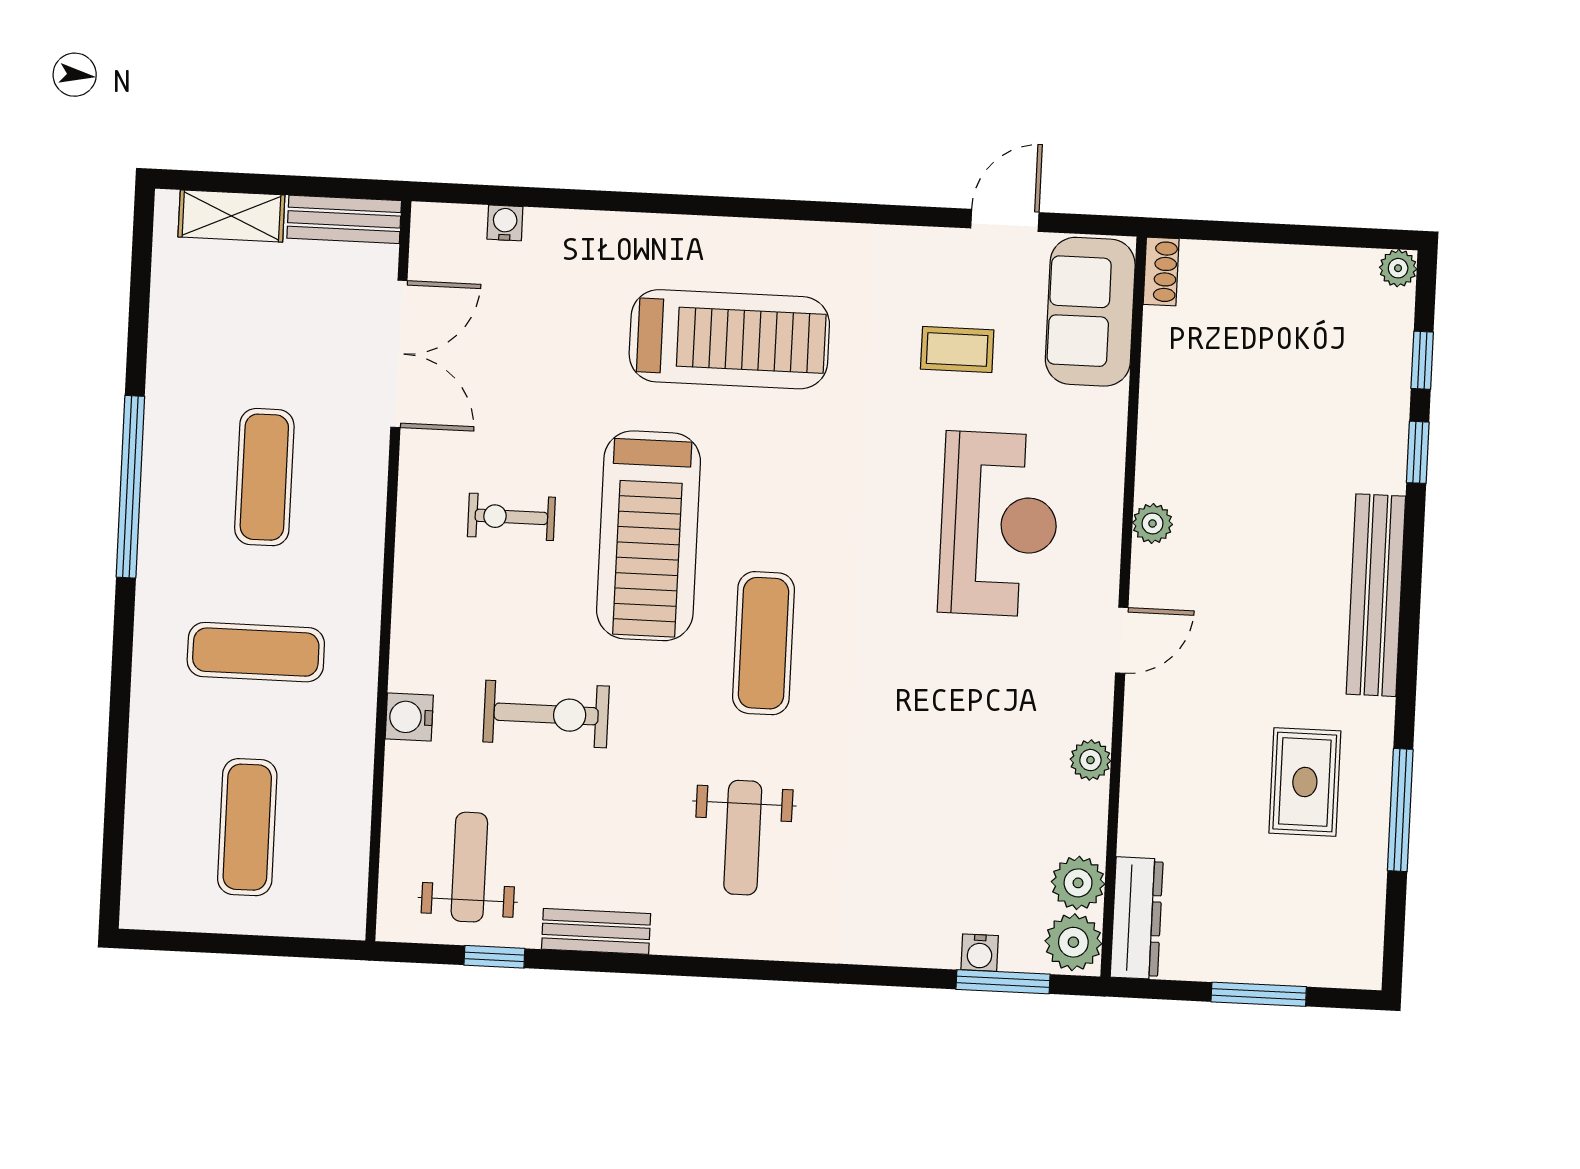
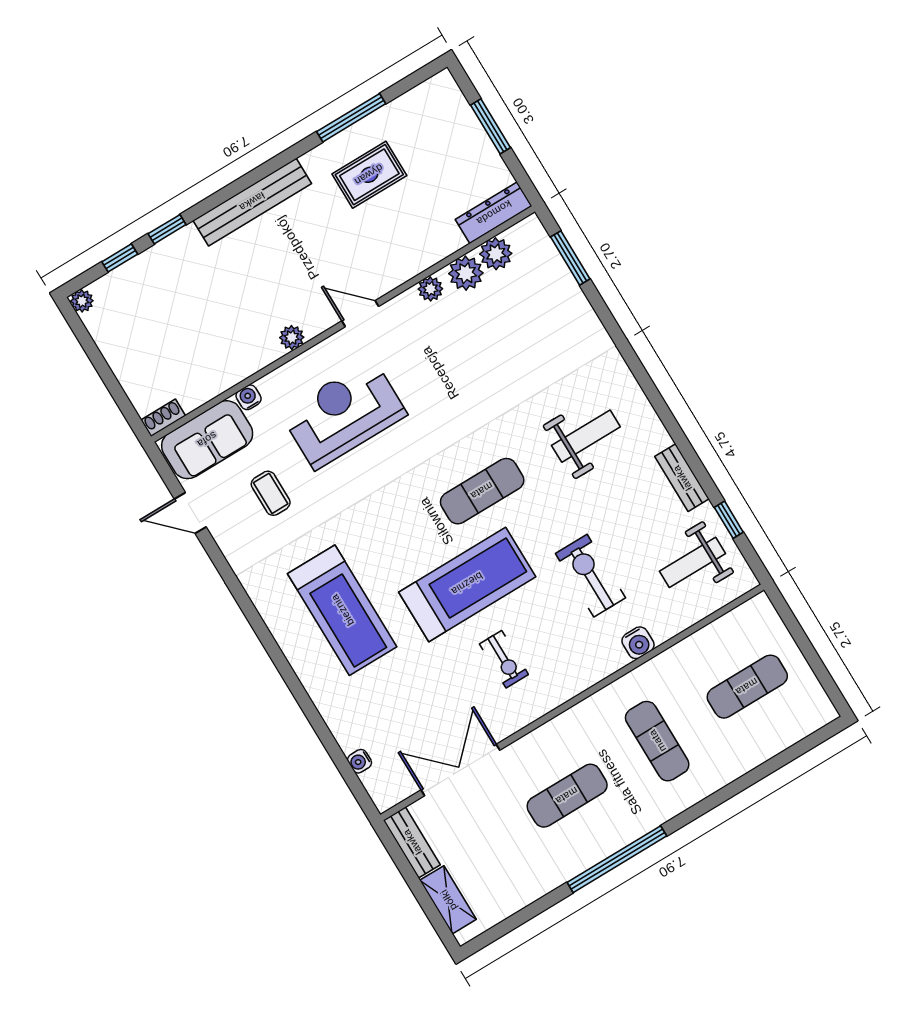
treadmill: (729, 339) -> (342, 610), turned 180
plant: (1073, 942) -> (466, 273), moved
water cooler: (980, 953) -> (249, 397), moved, turned -90

